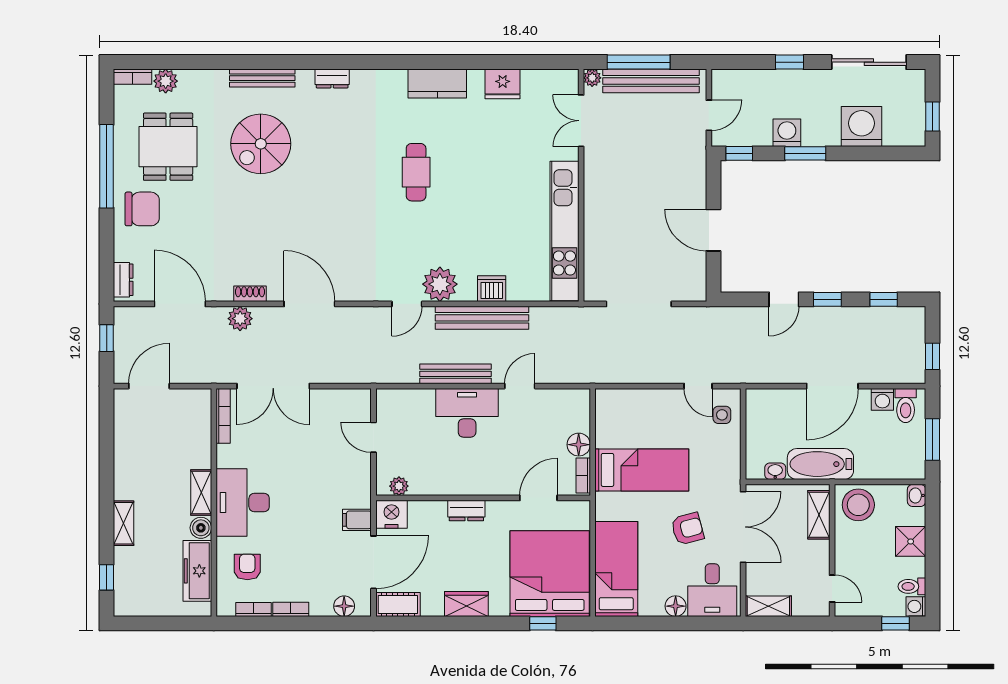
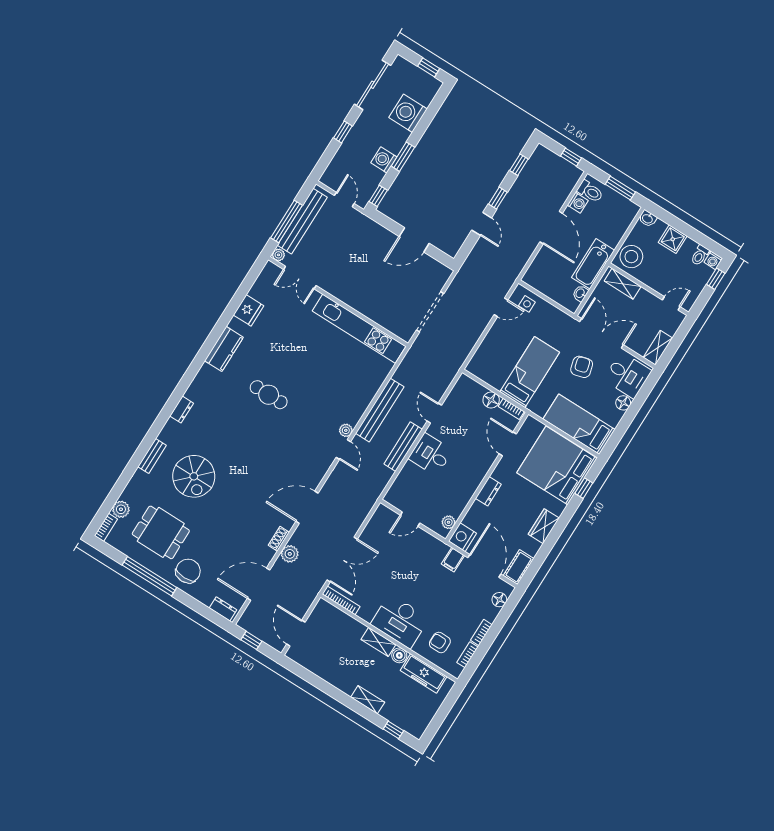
bench: (262, 78) -> (152, 456), width x0.73
plant: (440, 284) -> (346, 430), width x0.53, depth x0.53
dishwasher: (492, 289) -> (366, 393), removed
desk: (467, 413) -> (431, 454), width x0.73

